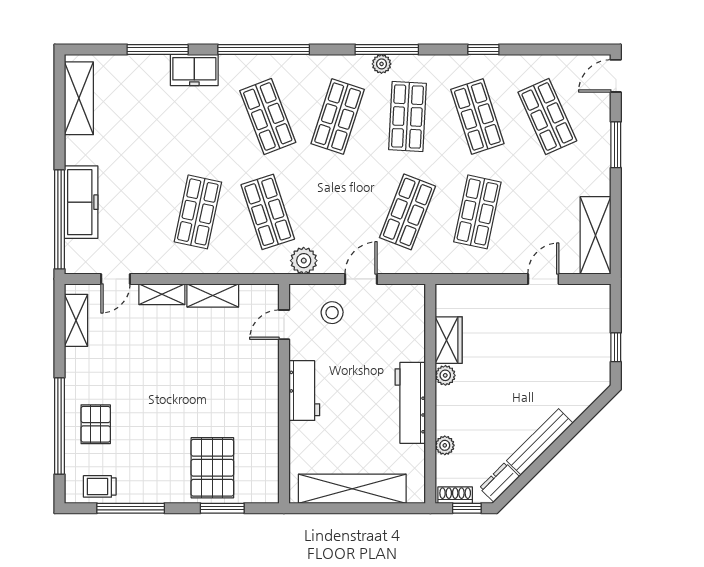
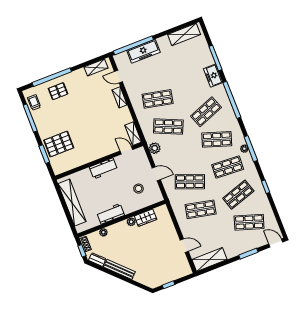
shop shelf: (547, 117) -> (249, 222), turned 42
shop shelf: (268, 212) -> (168, 126), turned 42
shelving: (213, 295) -> (133, 134), moved
stool: (332, 313) -> (138, 189), moved
workbench: (410, 403) -> (111, 214), width x0.73

